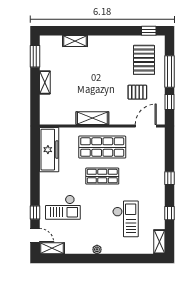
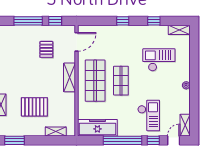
pallet: (144, 60) -> (34, 107), moved
shelving: (45, 82) -> (56, 132), moved
shelving: (92, 118) -> (69, 77), moved
door: (146, 126) -> (77, 42), swing flipped
window: (35, 178) -> (122, 140), added

